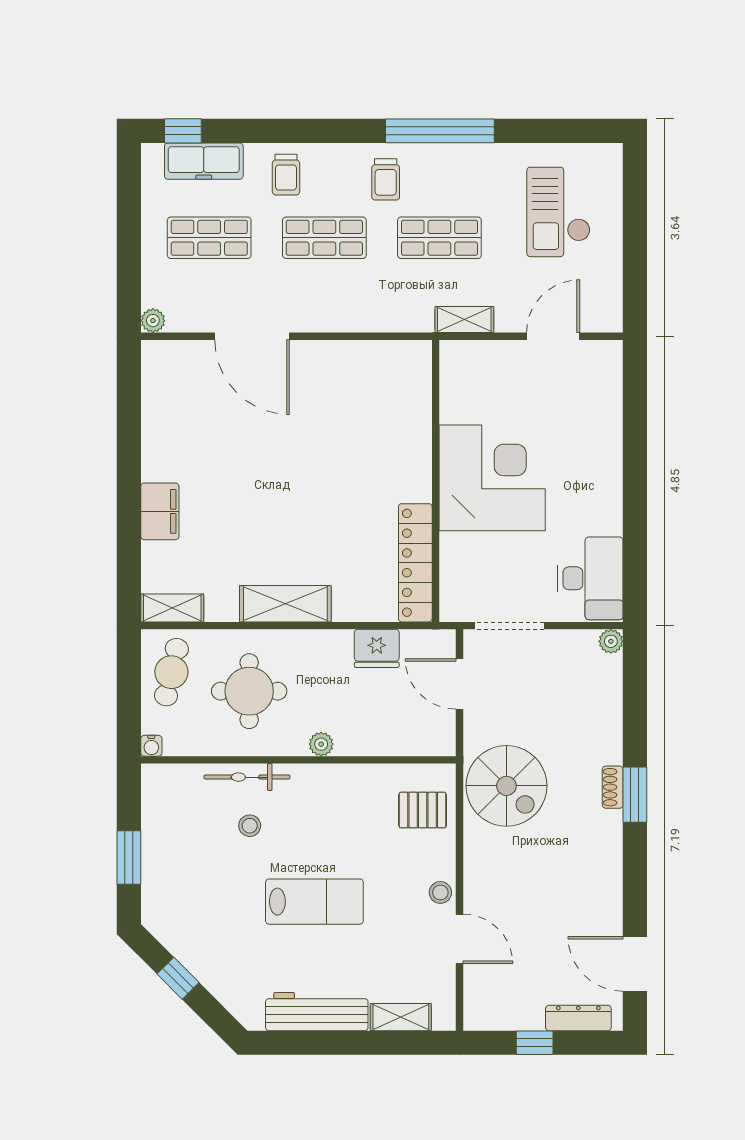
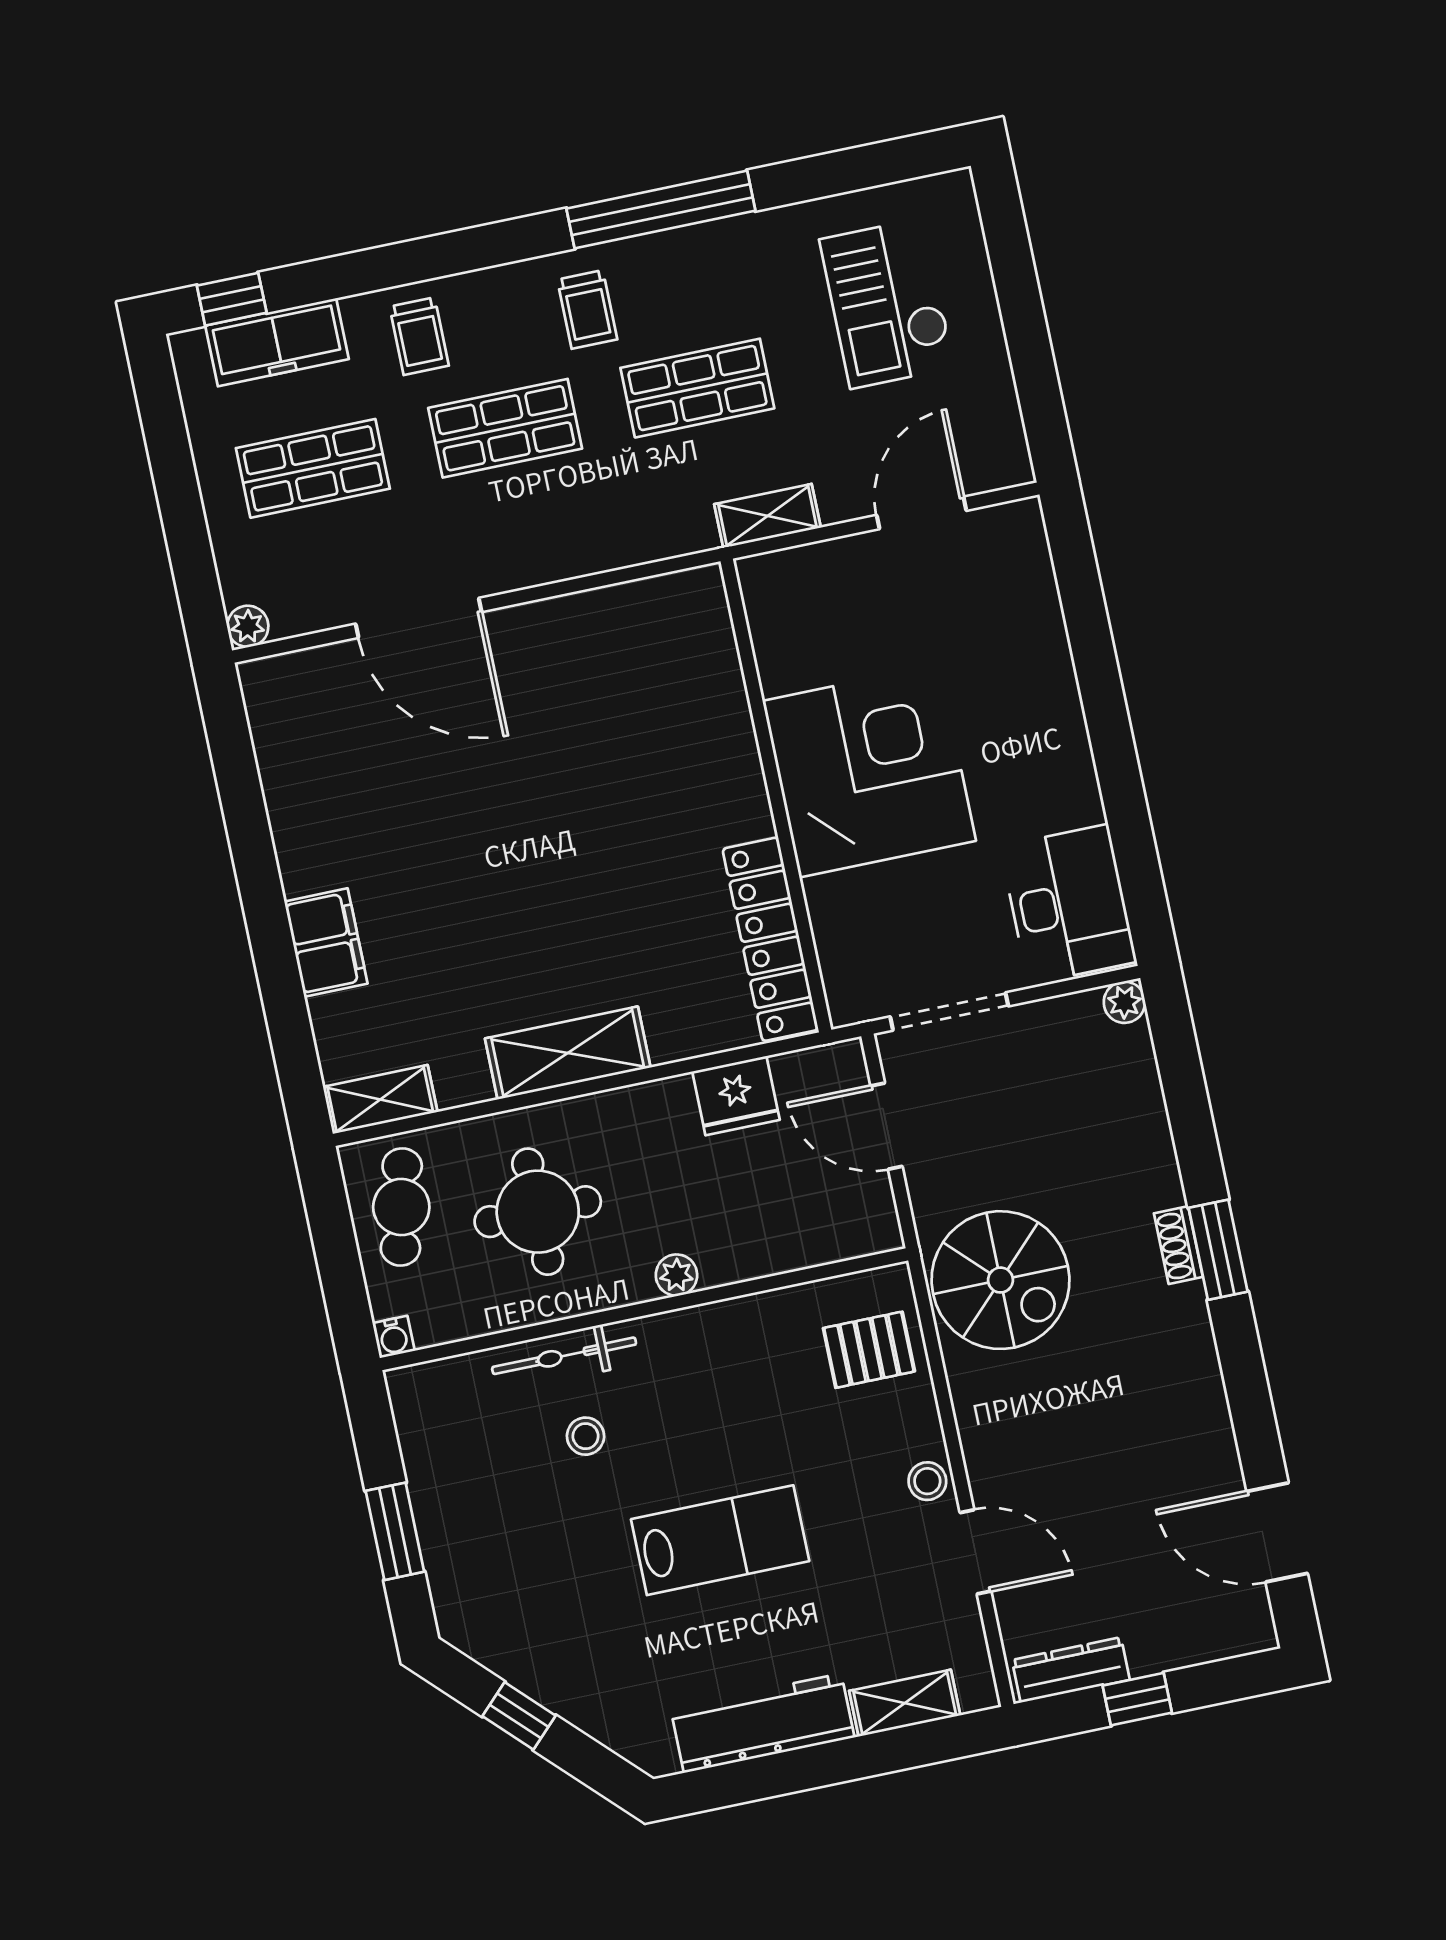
dresser: (578, 1018) -> (1071, 1670), moved

